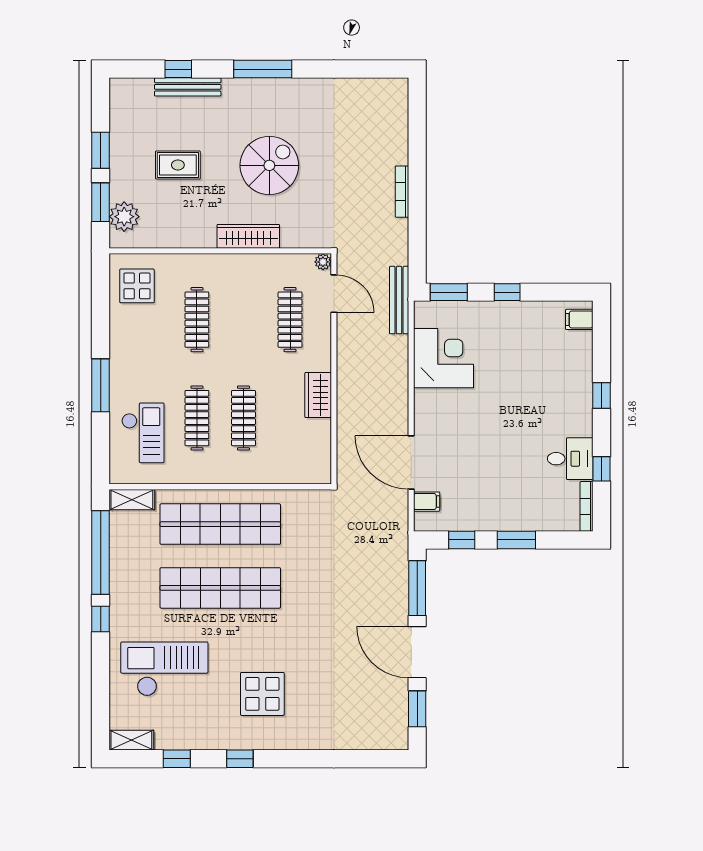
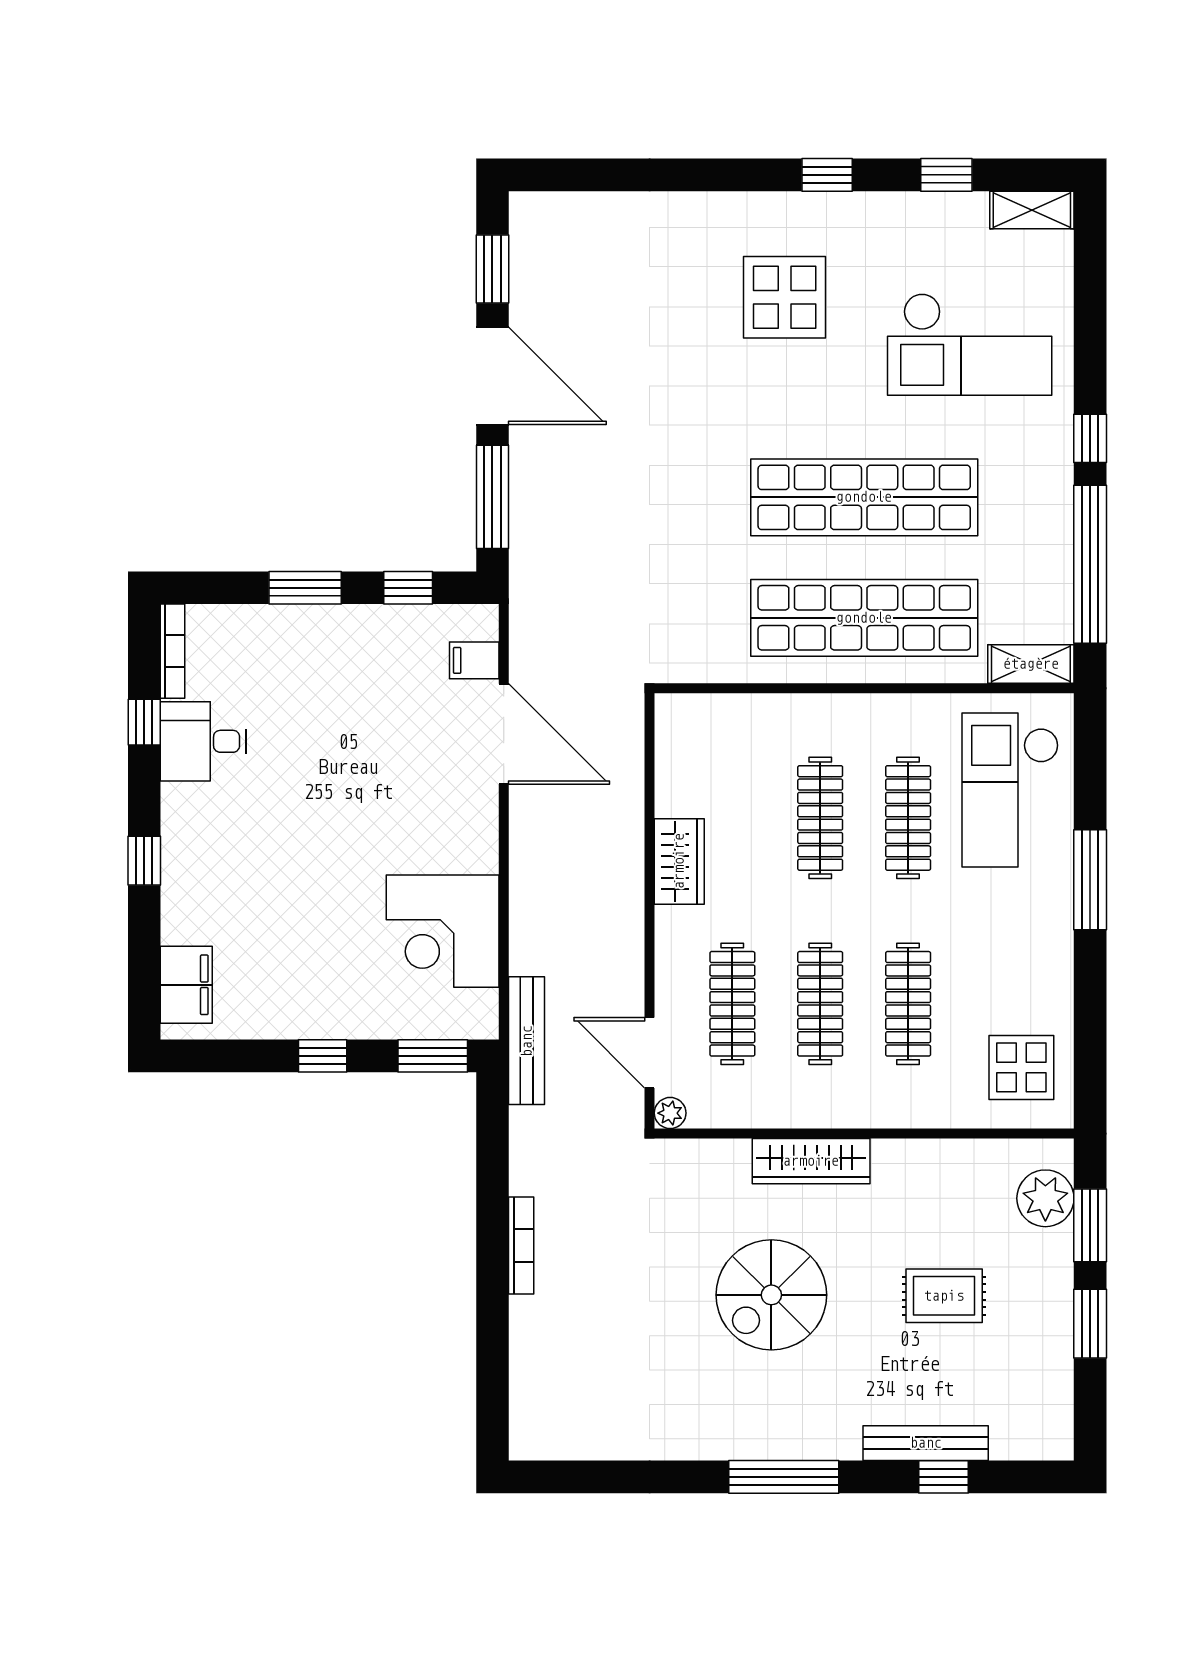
filing cabinet: (579, 319) -> (186, 985), width x2.00
clothes rail: (243, 320) -> (820, 1004), added
checkout: (143, 433) -> (1010, 790), width x1.36, depth x1.21

